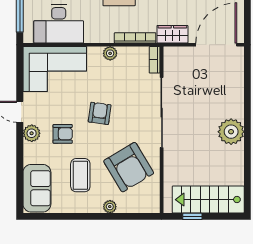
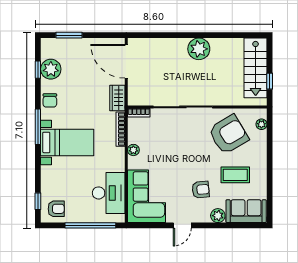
armchair: (100, 113) -> (184, 159), removed
plant: (32, 133) -> (218, 216), moved
armchair: (63, 134) -> (201, 190), turned 85
plant: (110, 207) -> (261, 124), moved

